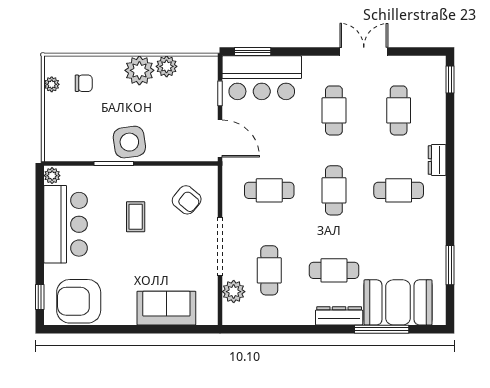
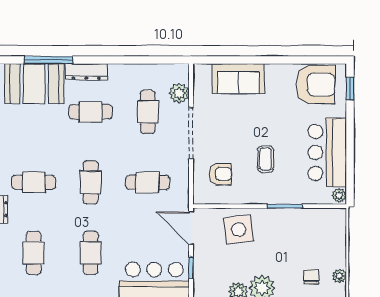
chair: (84, 83) -> (311, 277), turned 90
side table: (129, 142) -> (239, 229), moved
armchair: (187, 200) -> (221, 174), turned 140

